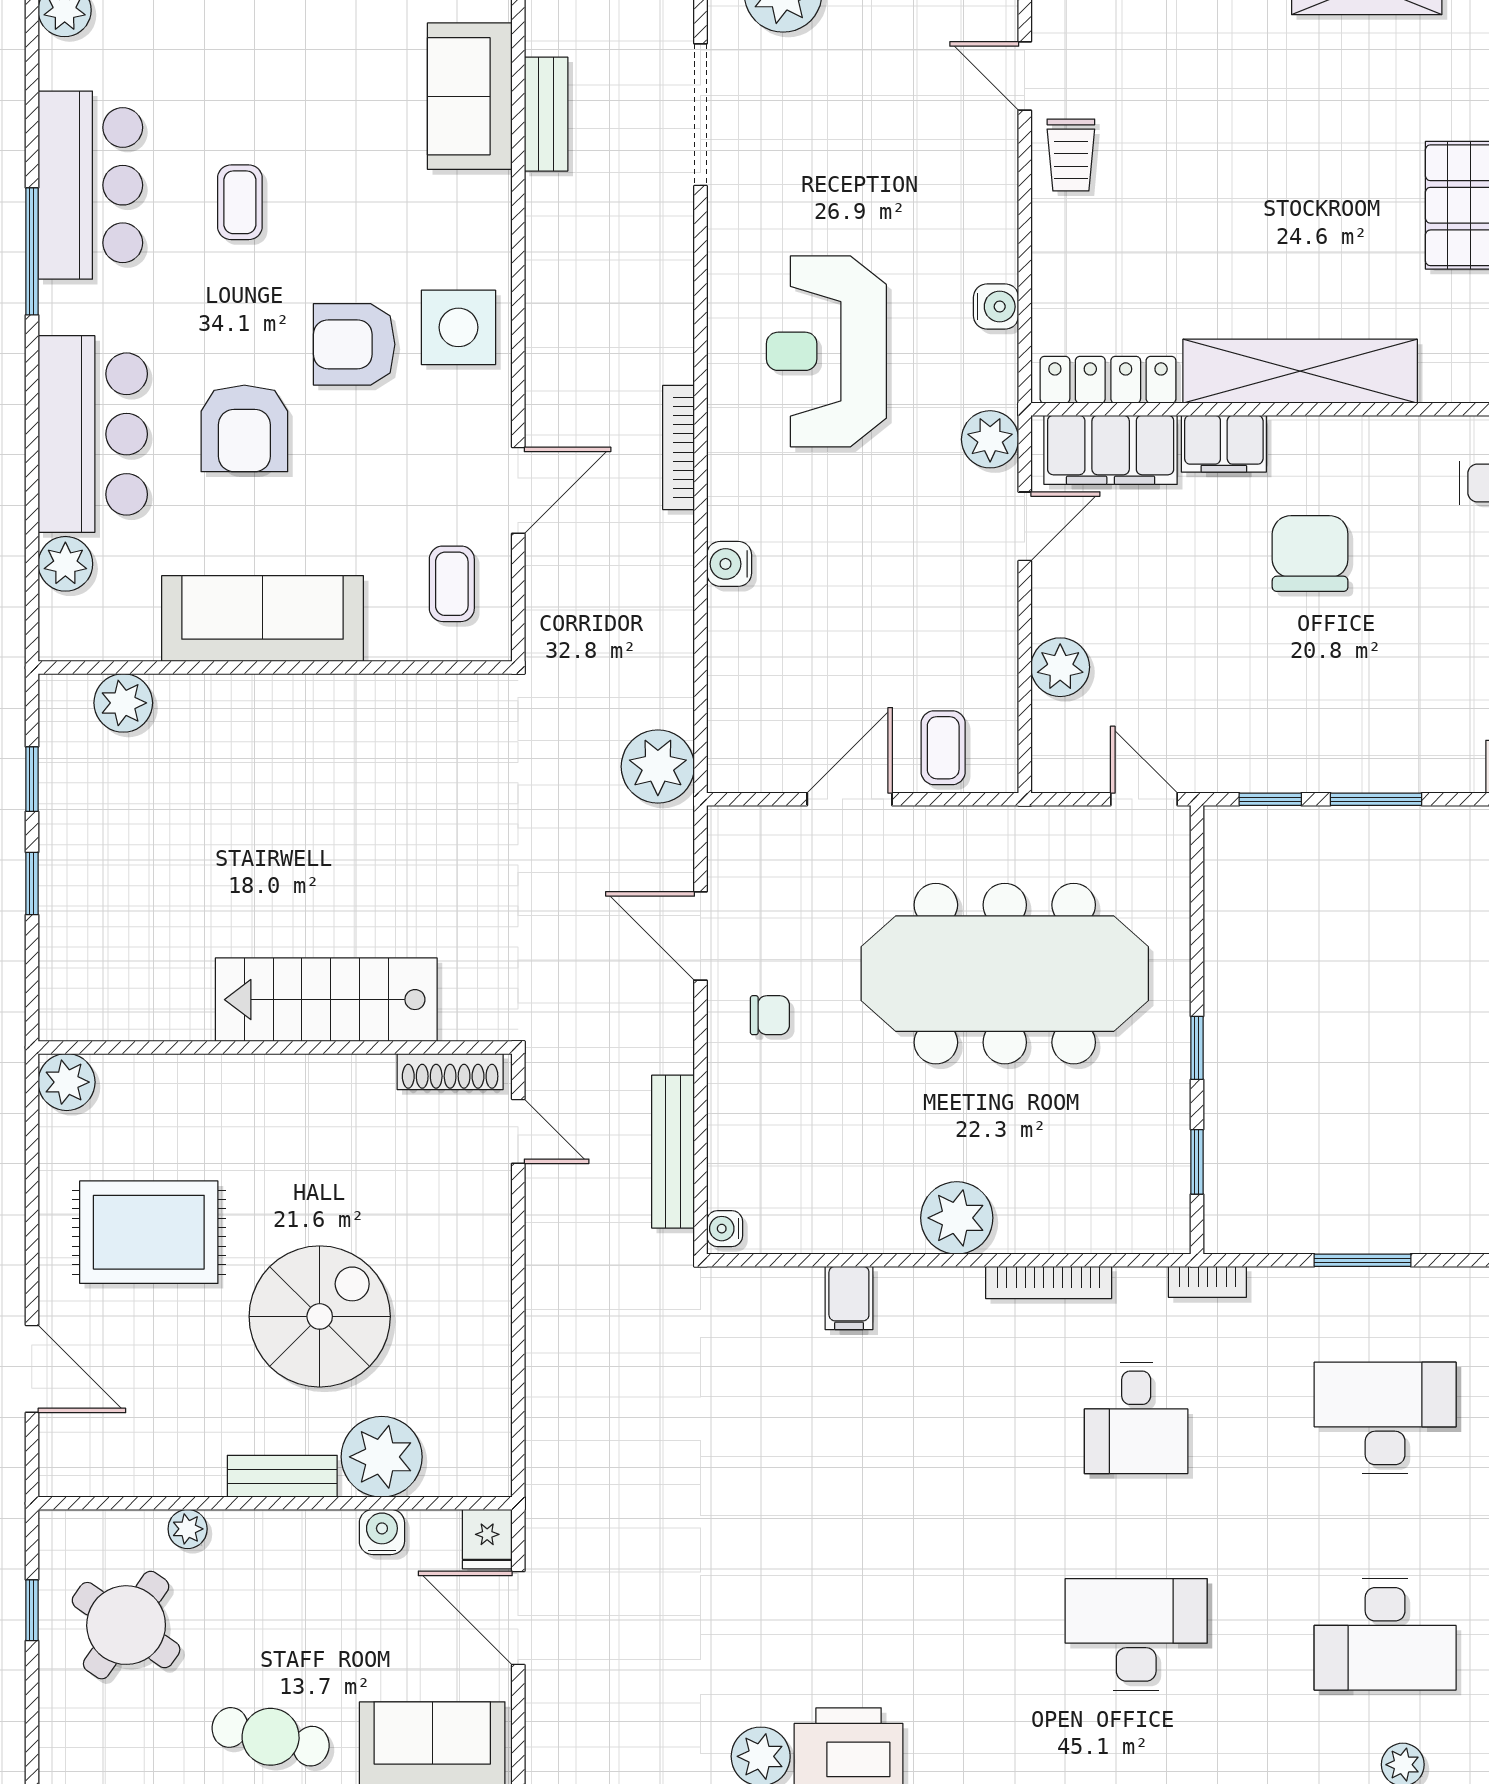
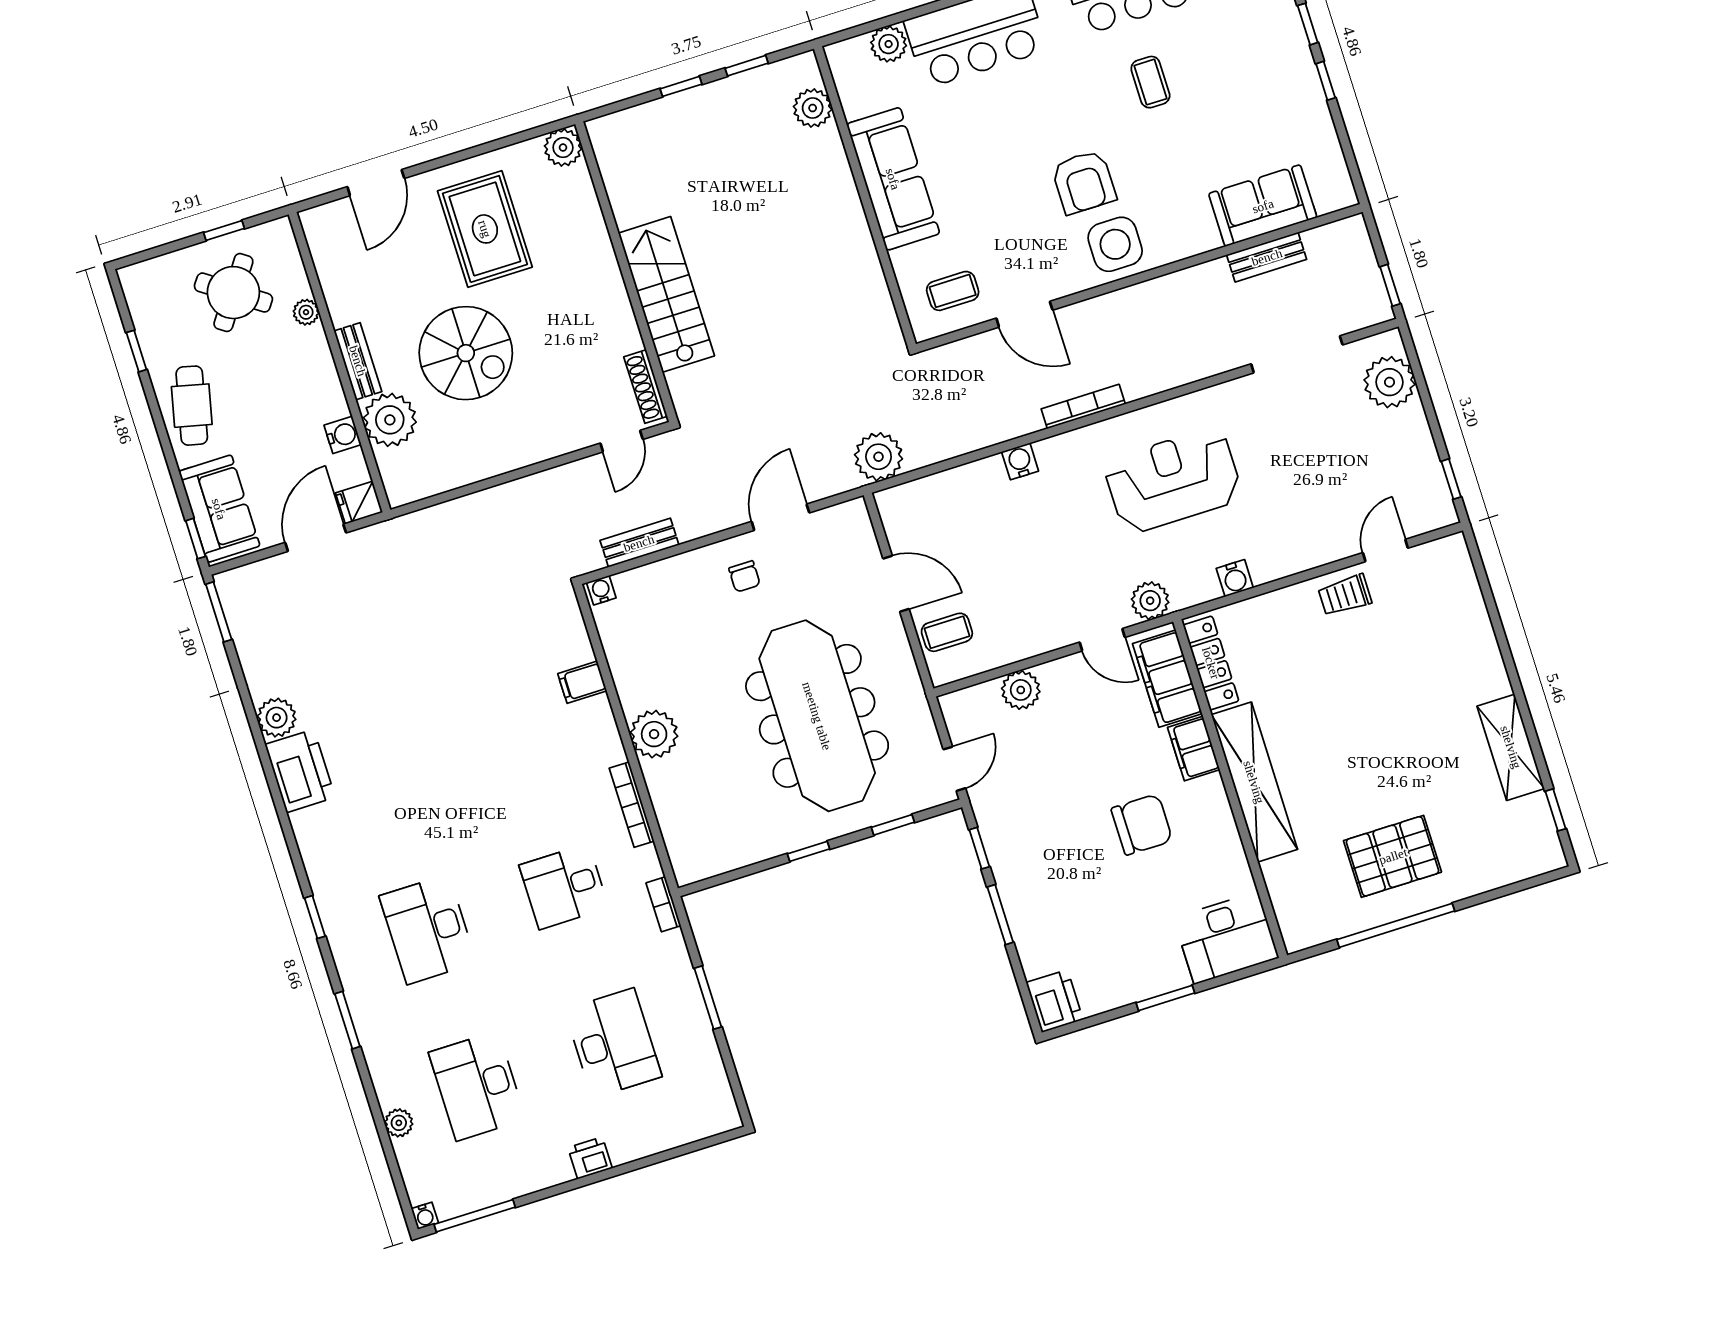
coffee table: (240, 202) -> (1150, 82), turned 90
armchair: (354, 344) -> (1084, 182), turned 180
armchair: (244, 428) -> (1009, 130), removed
bench: (673, 1152) -> (639, 543), width x0.73
window: (1197, 1162) -> (893, 825), moved
desk: (1136, 1634) -> (428, 929), turned 180

